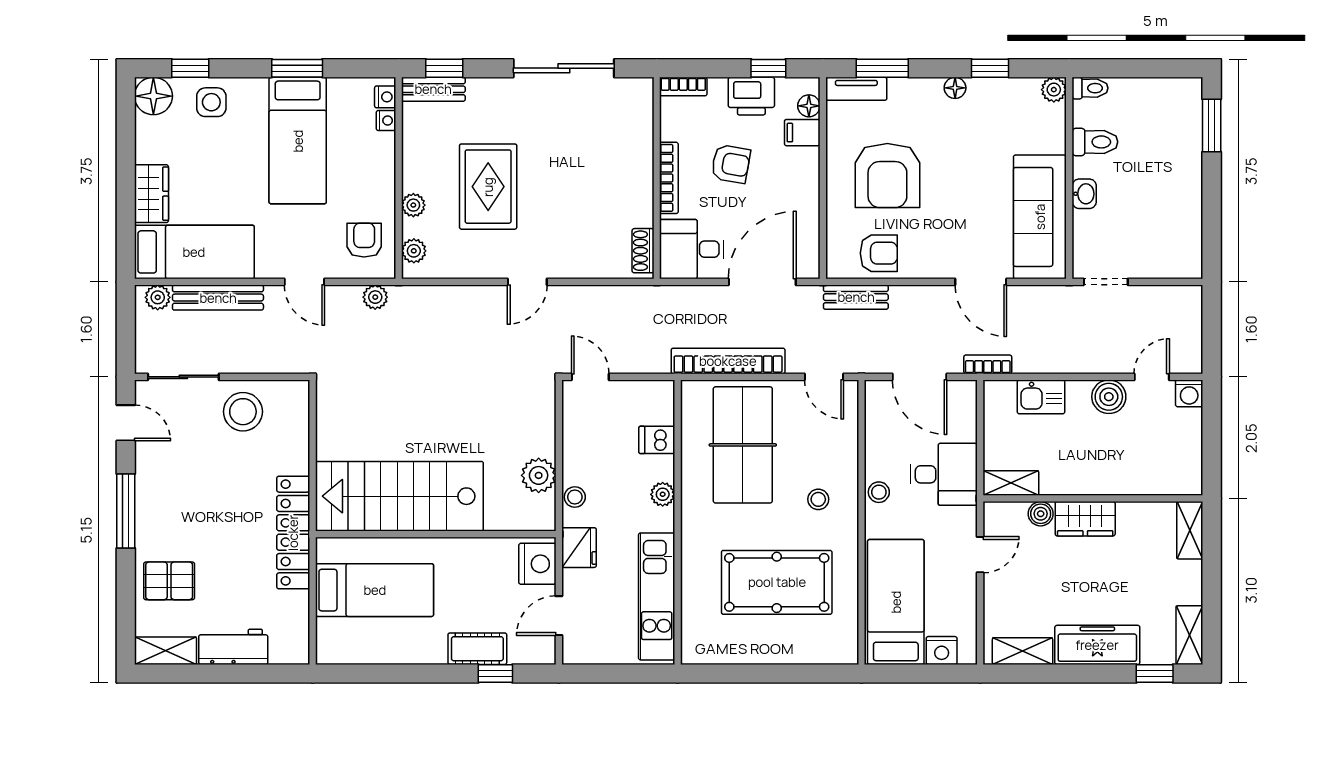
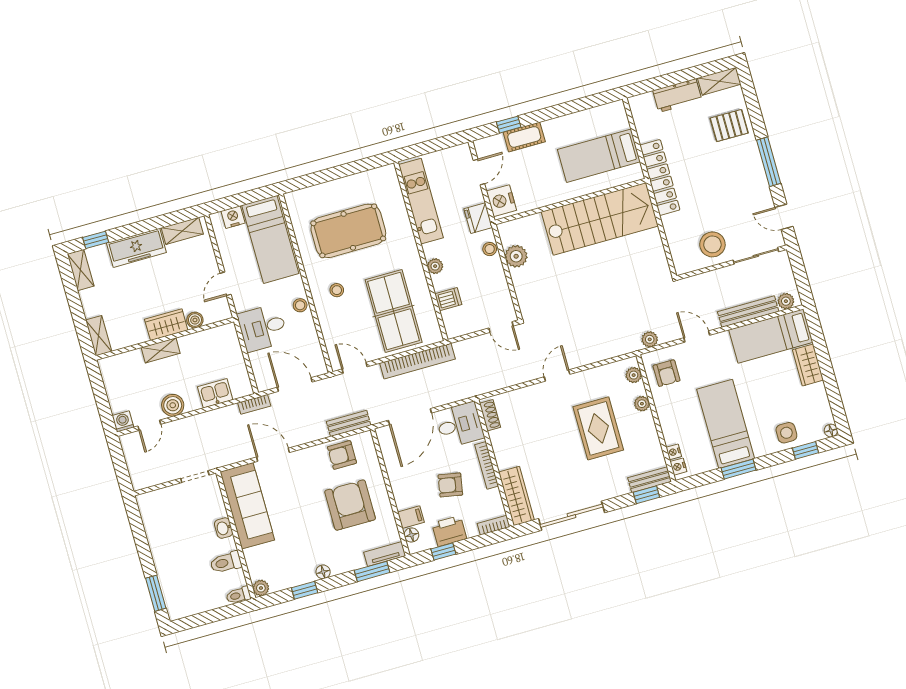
floor lamp: (153, 96) -> (831, 431), width x0.53, depth x0.53
wardrobe: (637, 120) -> (517, 496), added
shelving: (1011, 483) -> (161, 350), moved

